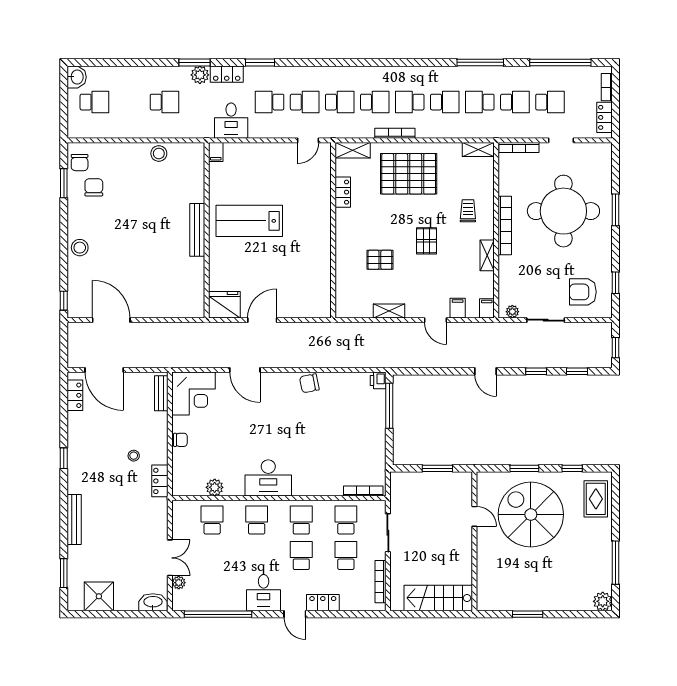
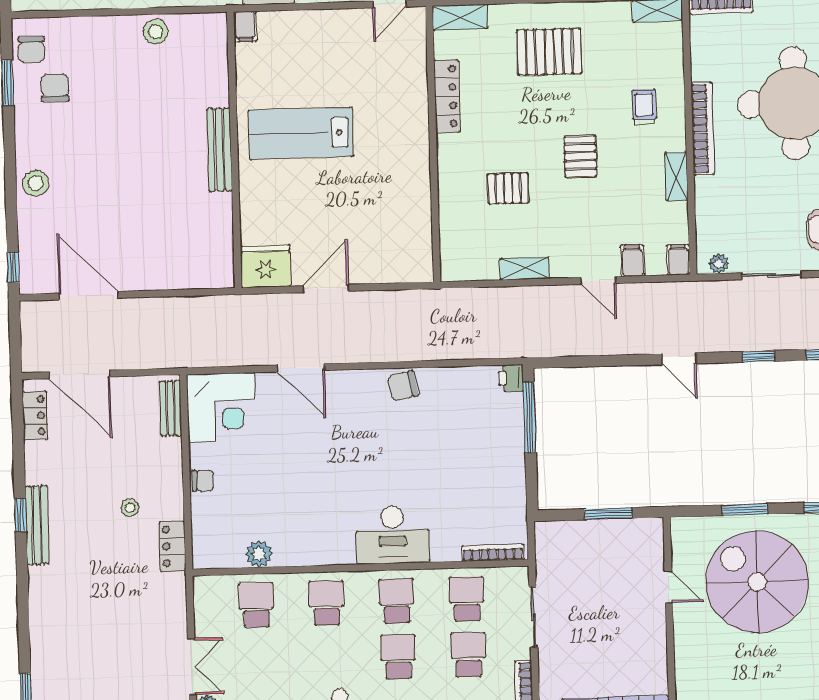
pallet: (409, 174) -> (549, 52), width x0.73, depth x0.71
locker: (343, 192) -> (447, 96), width x1.53
desk: (268, 478) -> (393, 535), moved
bench: (74, 520) -> (37, 525), moved

